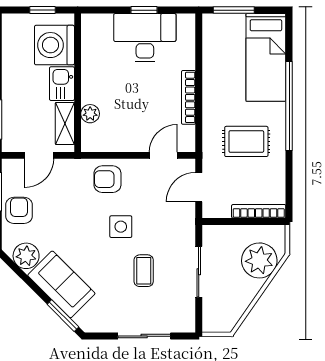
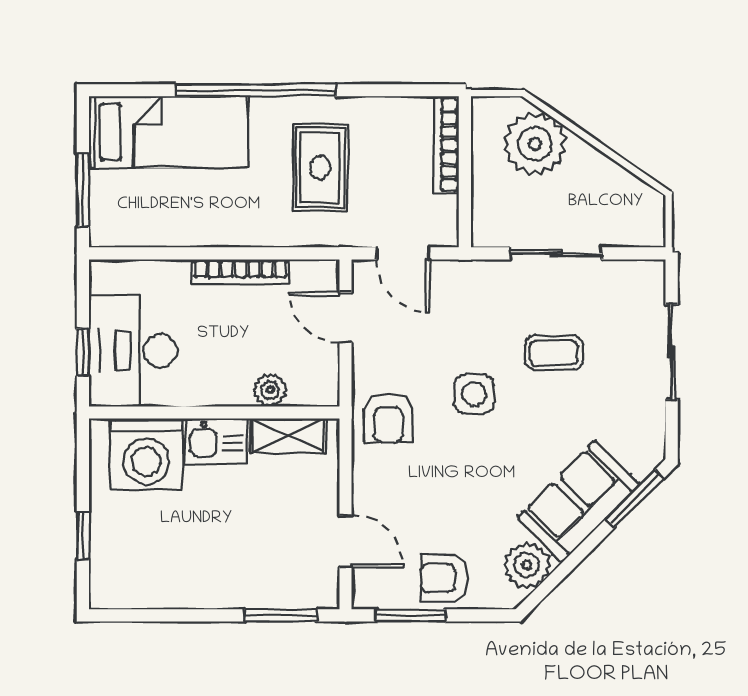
washing machine: (54, 45) -> (146, 454), moved
wall: (78, 83) -> (214, 412), moved
kitchen sink: (62, 84) -> (216, 441), moved
plant: (90, 114) -> (270, 390), moved
shelving: (65, 123) -> (288, 436), moved

